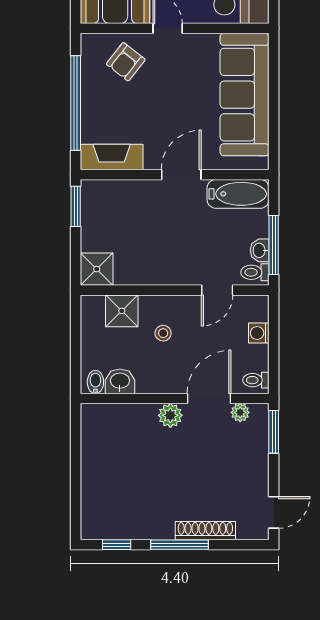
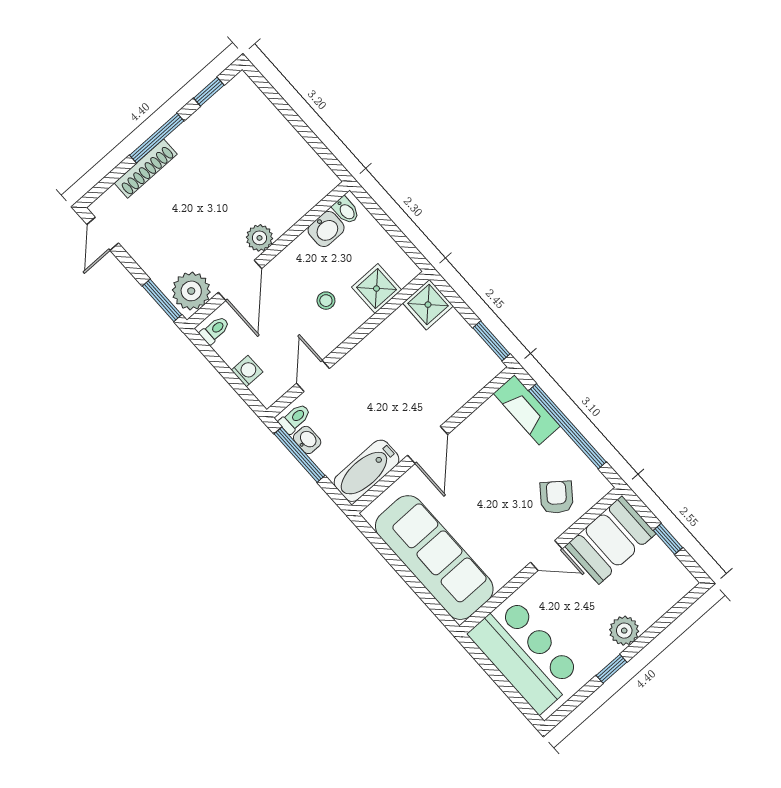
fireplace: (112, 157) -> (527, 410), moved, turned 90
plant: (240, 412) -> (191, 291), width x1.88, depth x1.88

